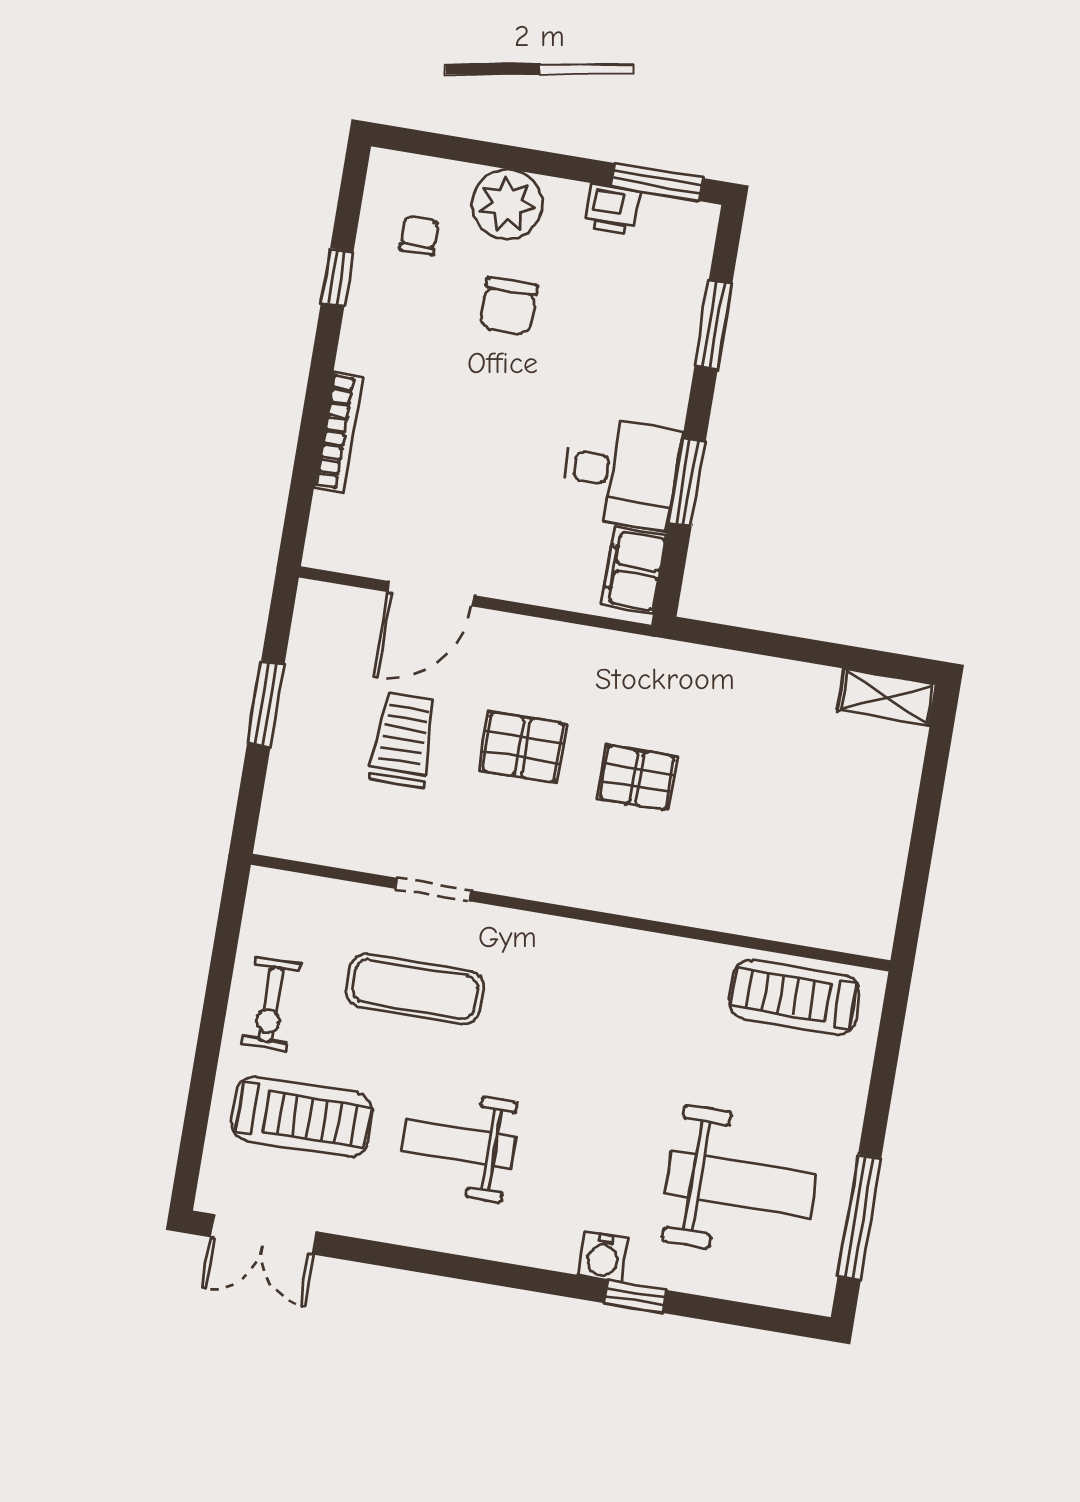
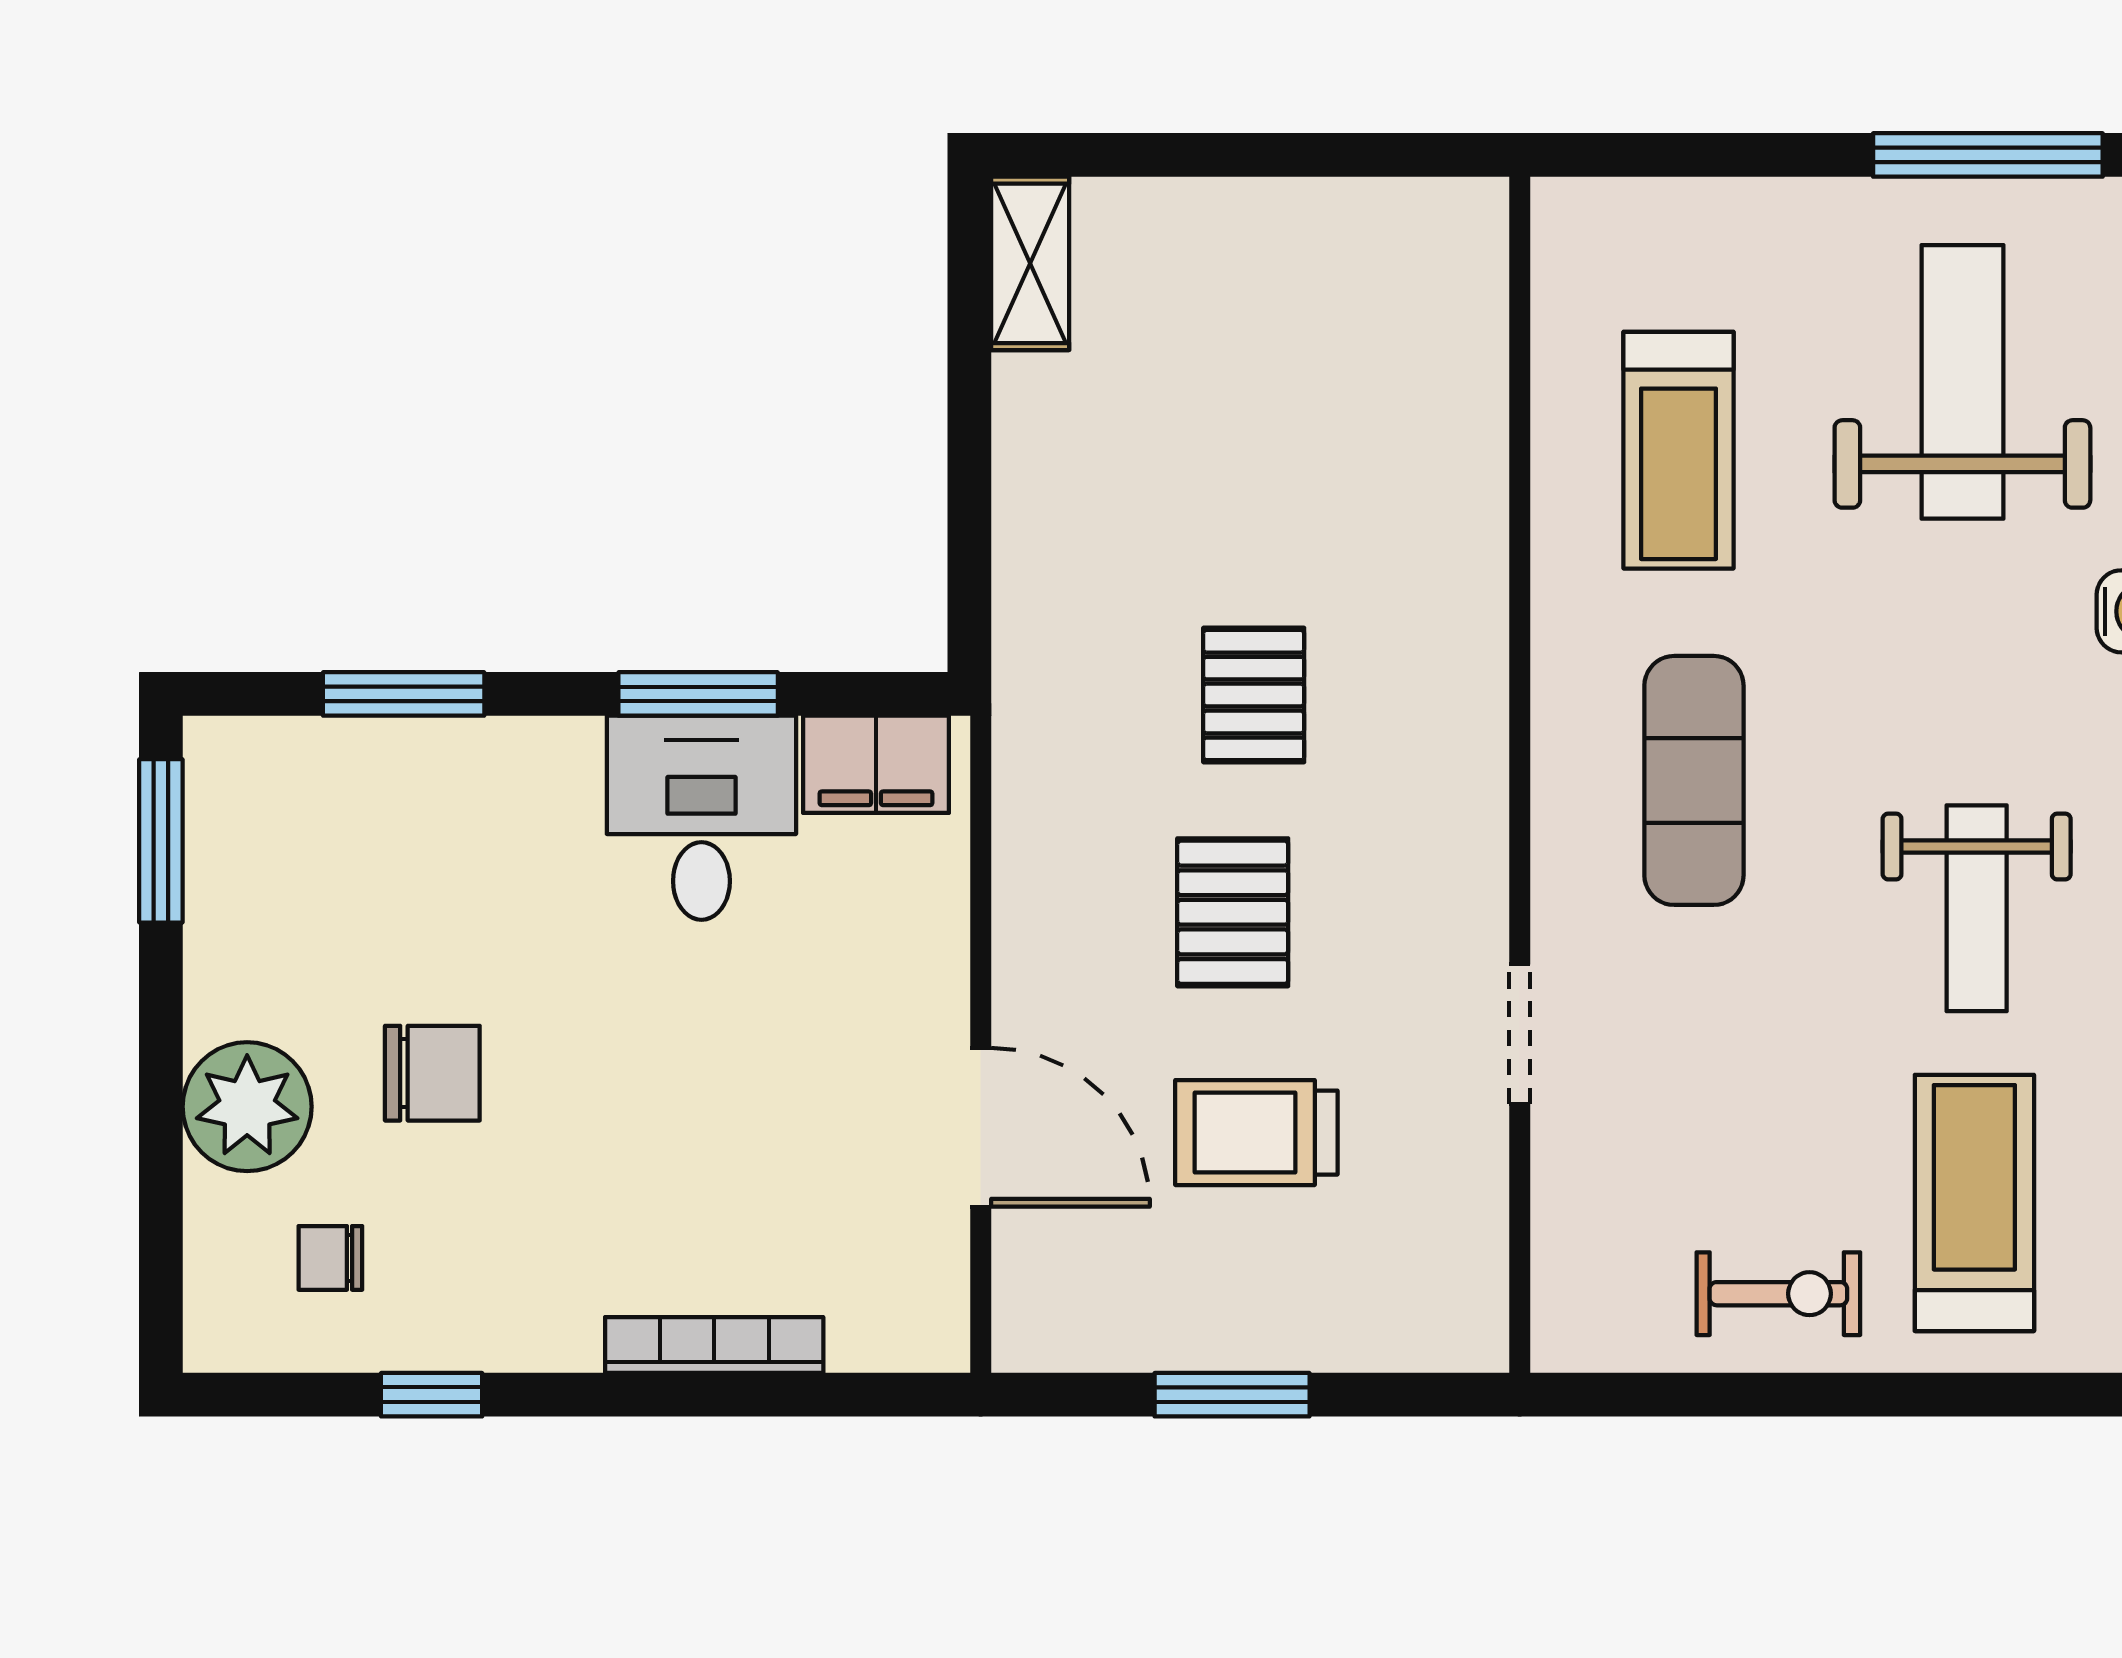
printer: (612, 209) -> (224, 914), removed
exercise mat: (415, 989) -> (1694, 780), moved
treadmill: (795, 997) -> (1679, 450), moved

